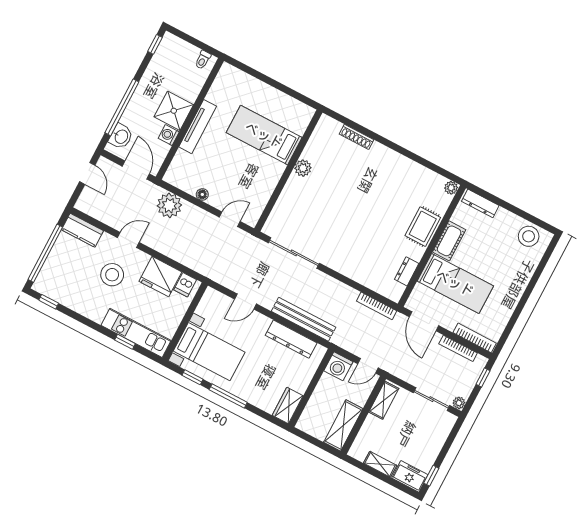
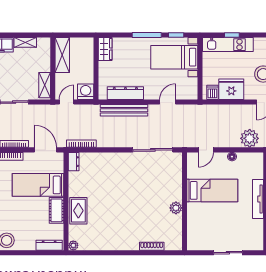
sliding door: (268, 81) -> (228, 253), added
bed: (264, 135) -> (212, 190), moved
dresser: (407, 271) -> (74, 162), moved

